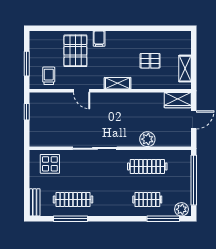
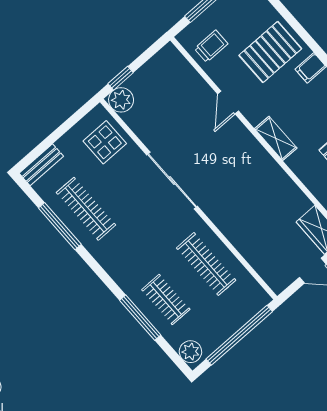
window: (27, 112) -> (121, 78), moved
plant: (147, 139) -> (121, 100), moved
window: (163, 219) -> (140, 318), moved

